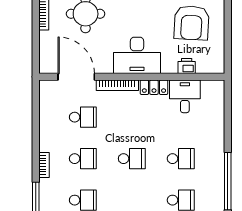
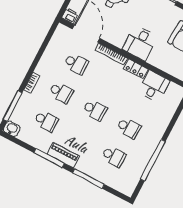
desk: (137, 55) -> (140, 43), width x0.73
printer: (187, 66) -> (70, 16), moved

